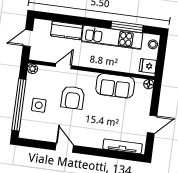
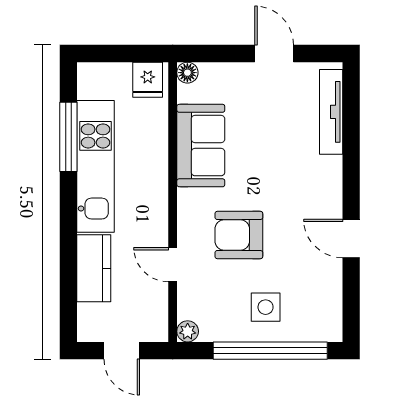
stool: (153, 44) -> (99, 75), removed
armchair: (73, 98) -> (239, 235), turned 180
door: (64, 148) -> (351, 238), hinge flipped

